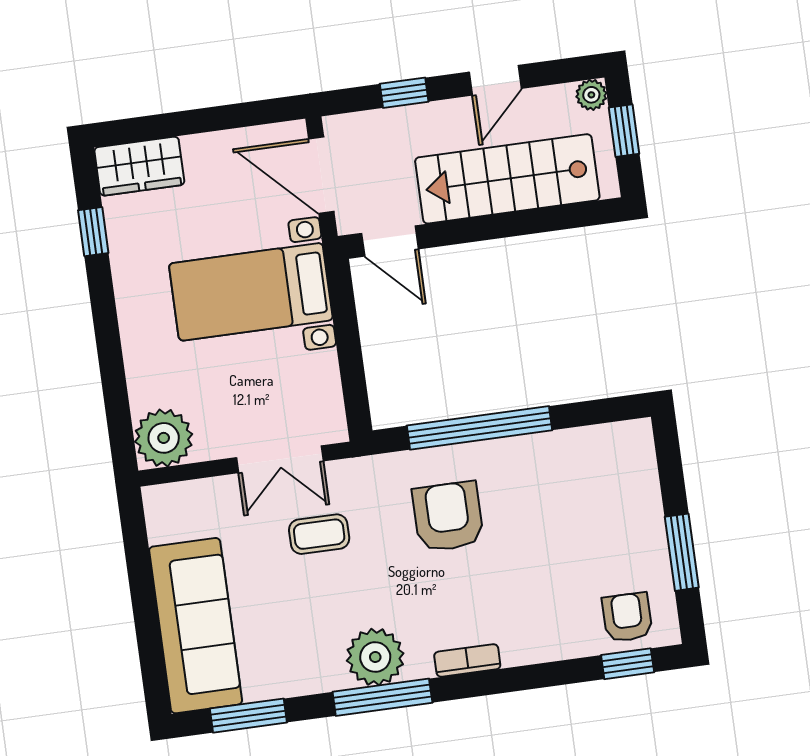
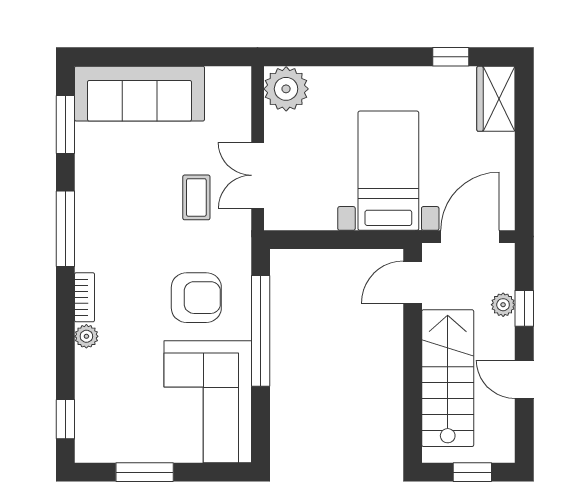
plant: (591, 95) -> (503, 305), moved
corner sofa: (580, 484) -> (208, 402), added
armchair: (627, 617) -> (101, 424), removed
plant: (375, 657) -> (86, 336), moved, width x0.53, depth x0.53

